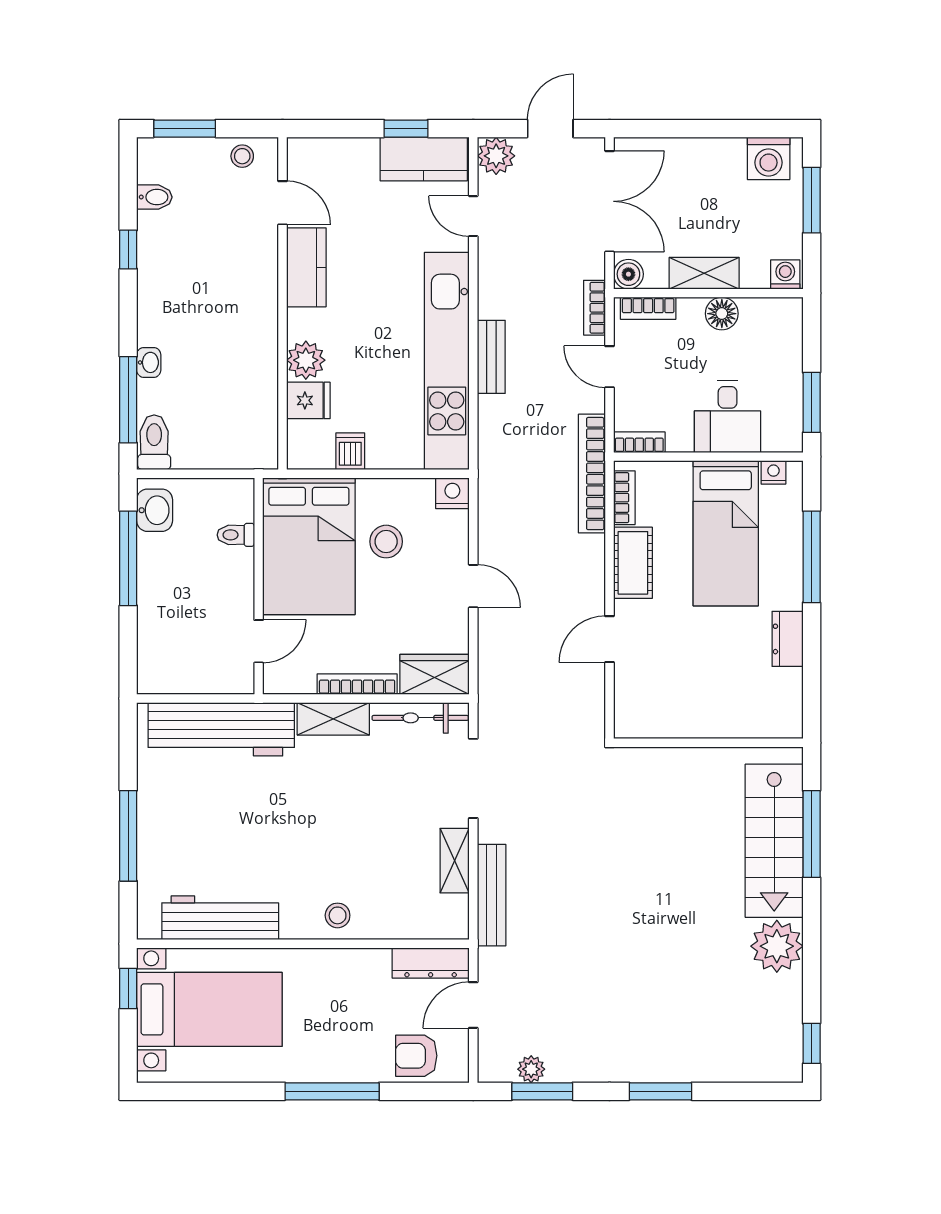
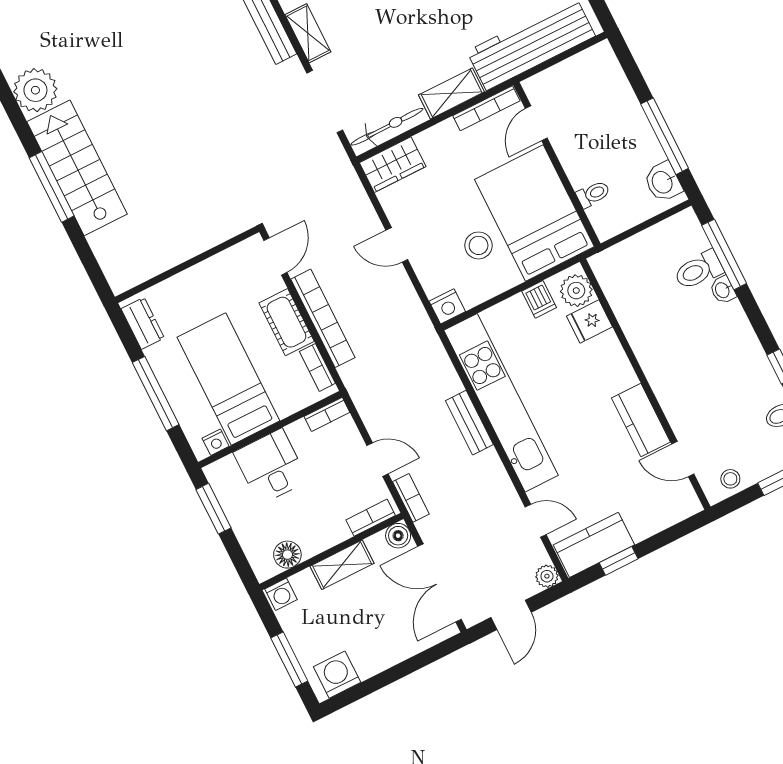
plant: (496, 156) -> (547, 576), width x0.73, depth x0.73
floor lamp: (722, 314) -> (287, 555), moved
plant: (306, 360) -> (576, 291), moved
toilet: (154, 442) -> (699, 270), moved, turned 90
bookcase: (592, 474) -> (323, 318), moved
bookcase: (357, 684) -> (486, 108), moved
wall: (708, 743) -> (187, 264), moved

